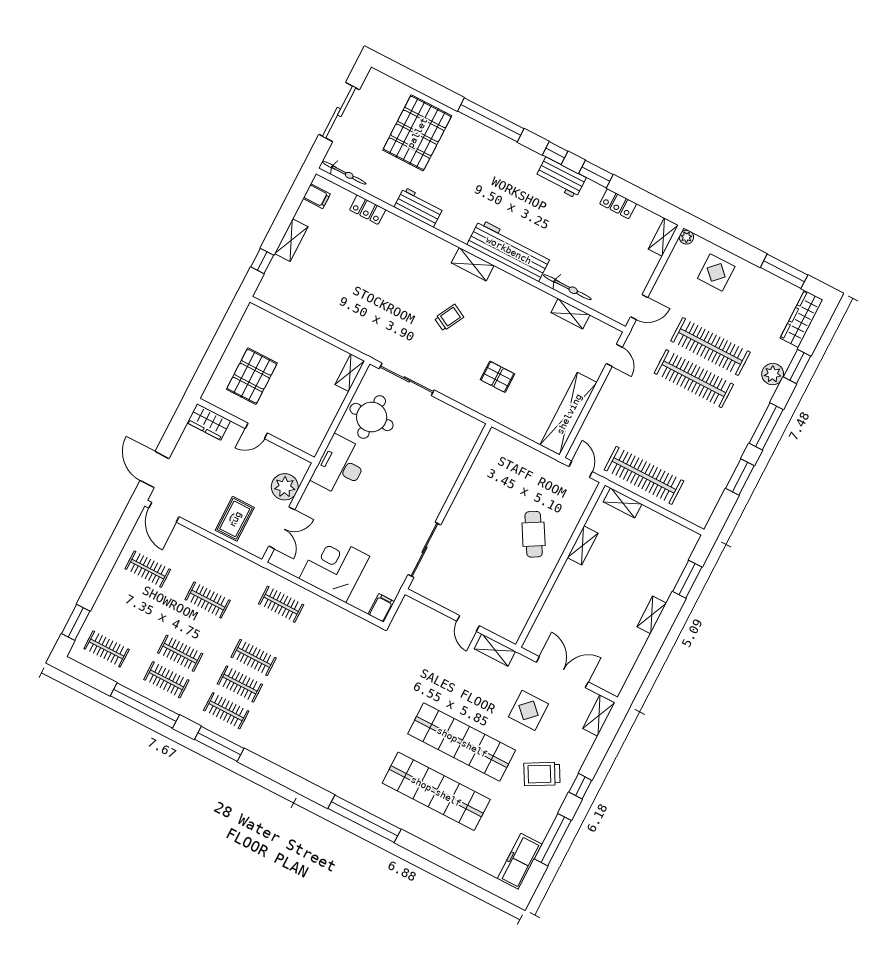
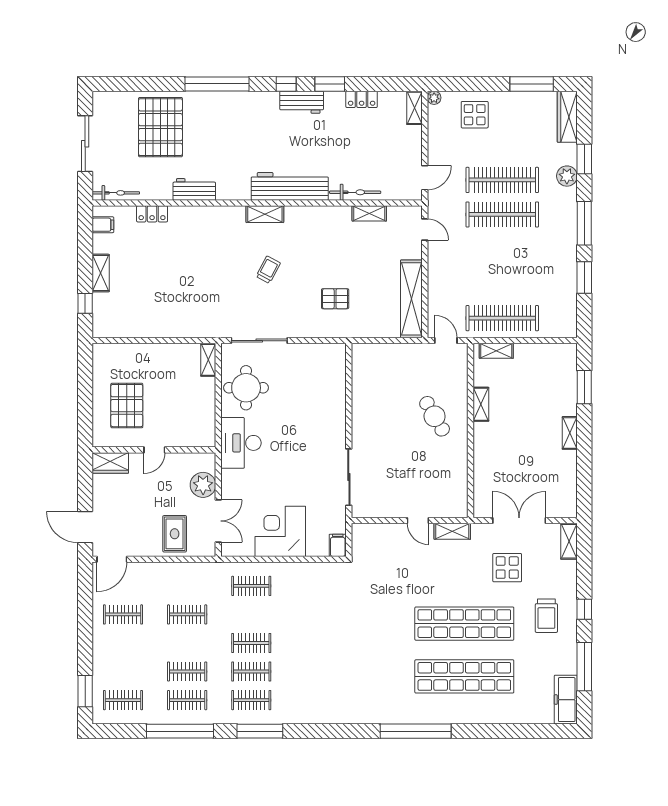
door: (164, 512) -> (112, 559), hinge flipped
trolley: (542, 774) -> (546, 616), turned -61

